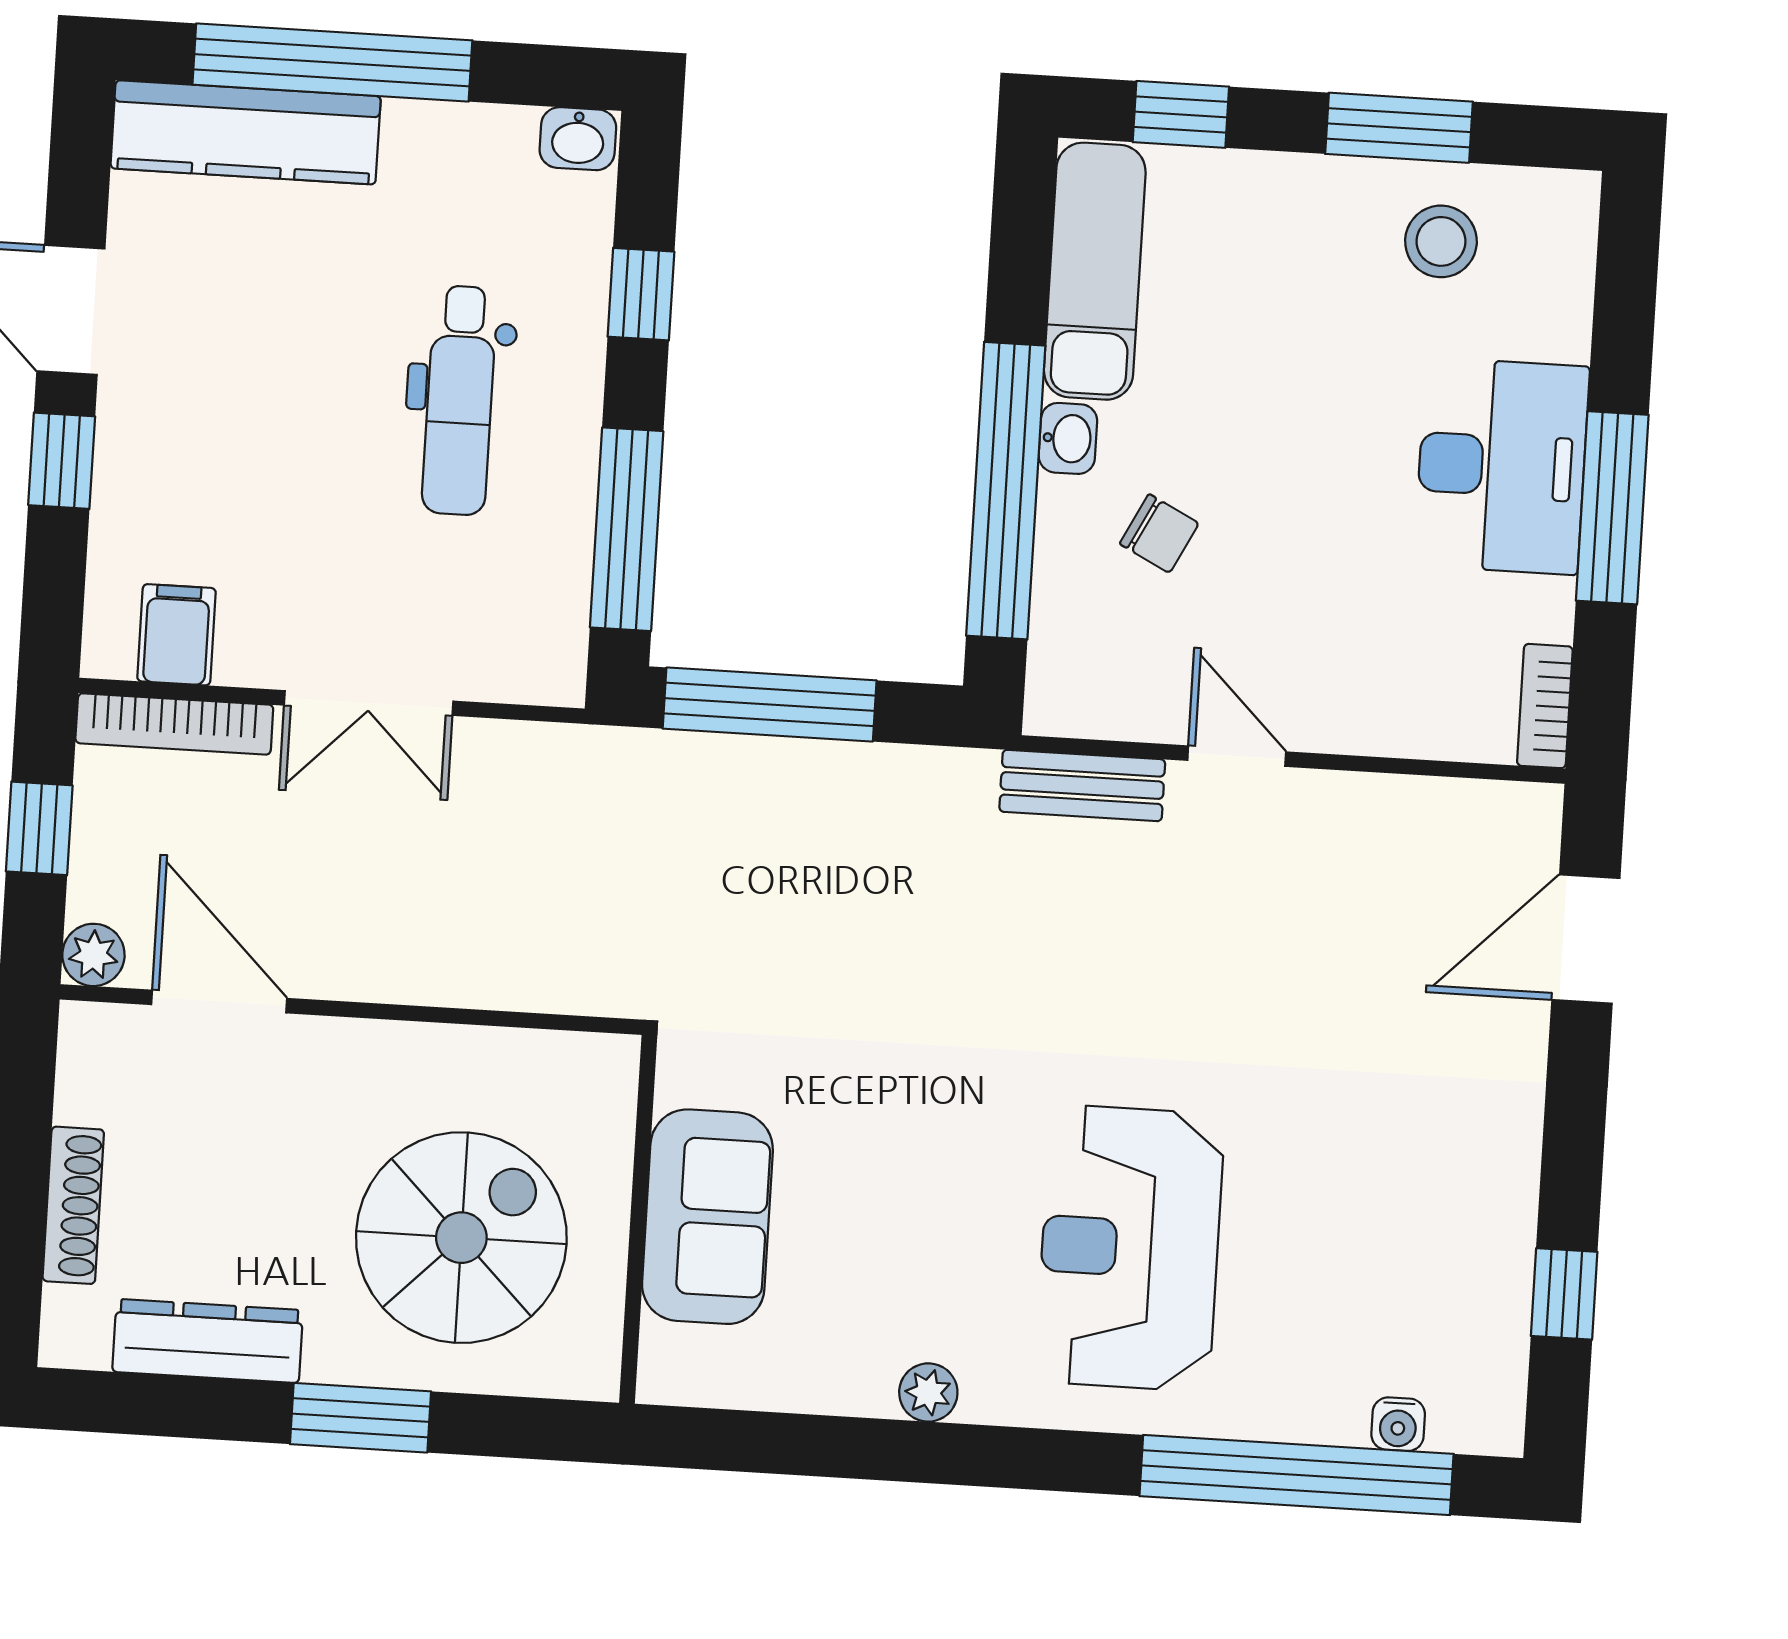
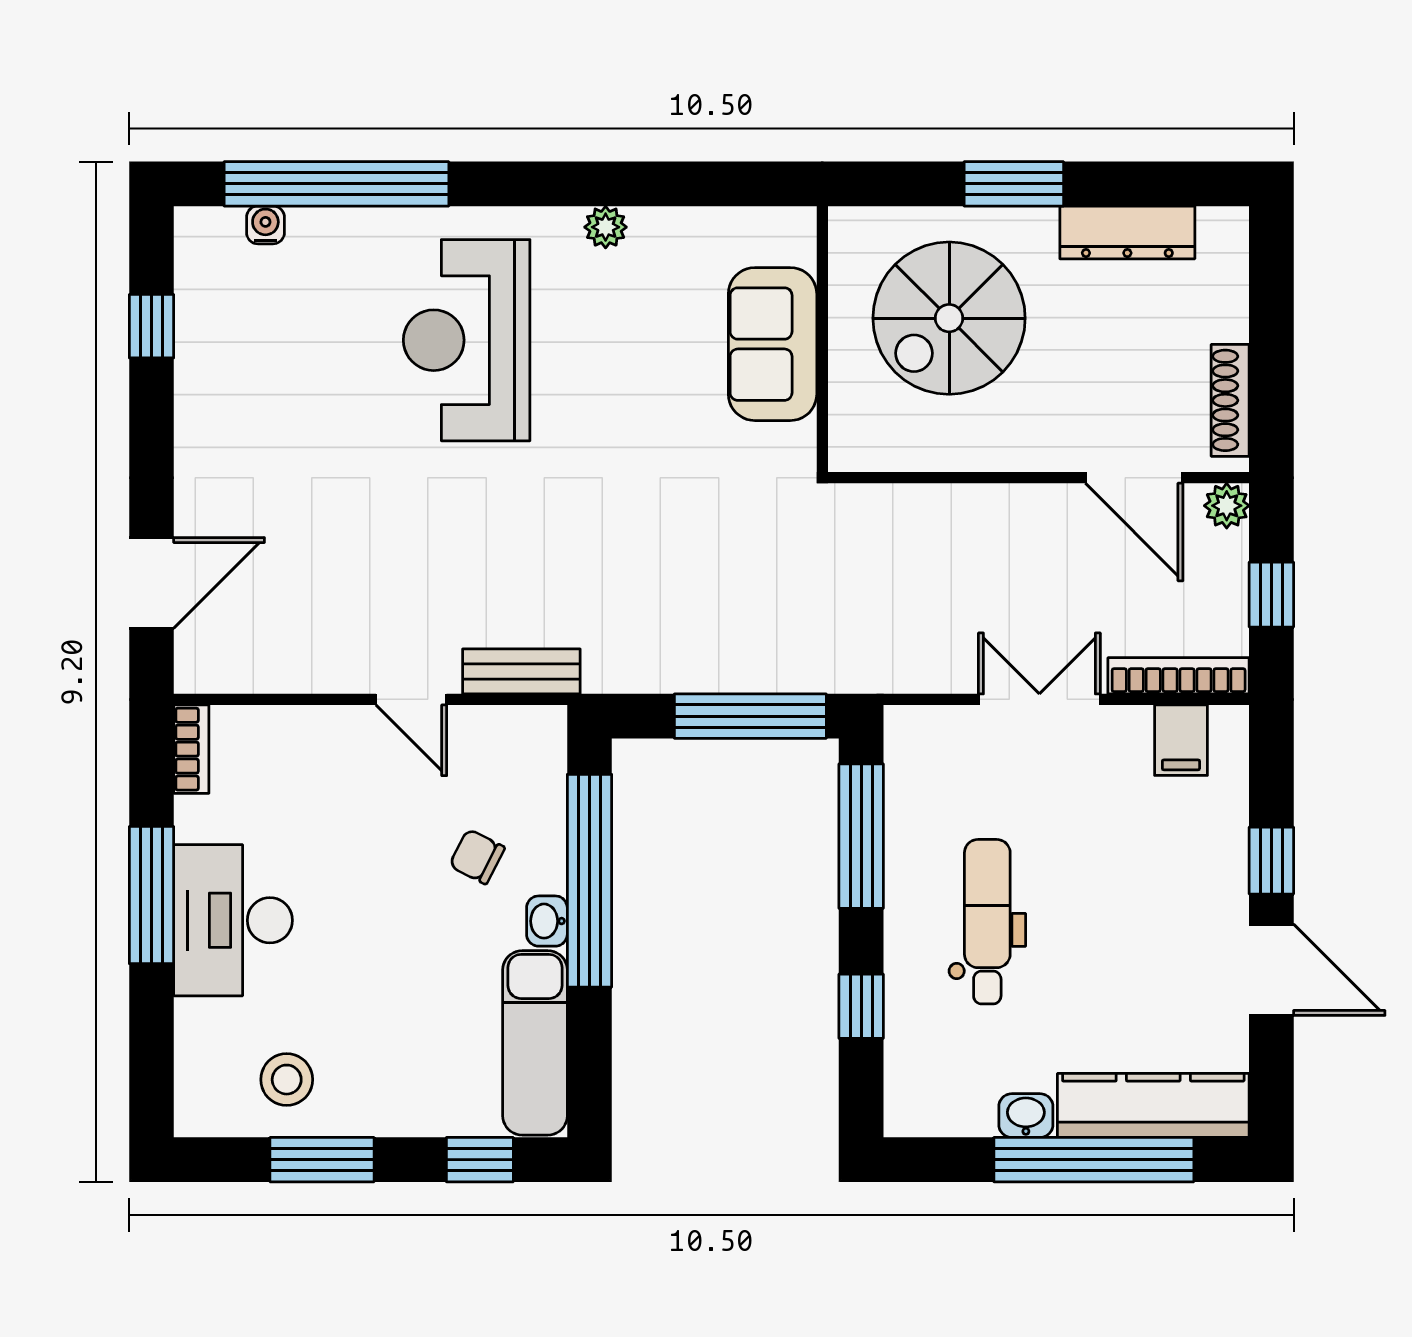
washbasin: (578, 139) -> (1026, 1116), moved
shoe rack: (73, 1205) -> (1230, 400), moved
reception desk: (1130, 1248) -> (467, 340), turned 180

